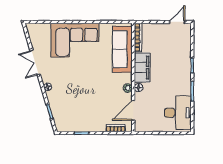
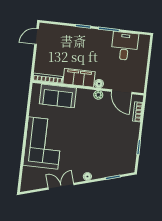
door: (177, 22) -> (37, 37), hinge flipped
sofa: (122, 49) -> (58, 96), width x0.73
double door: (35, 62) -> (61, 186), swing flipped
desk: (178, 113) -> (125, 46), width x0.73

